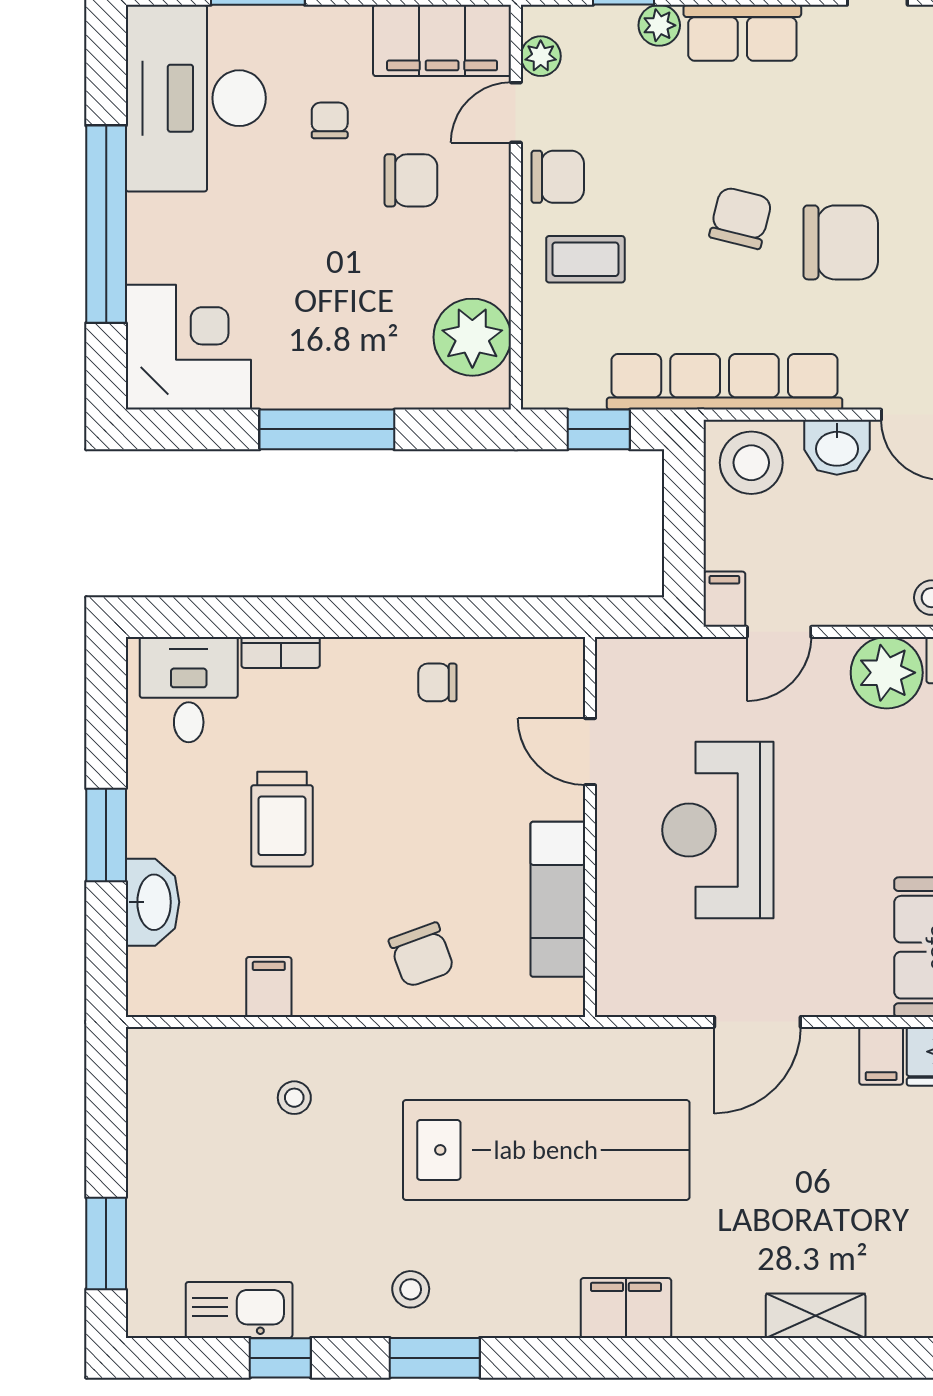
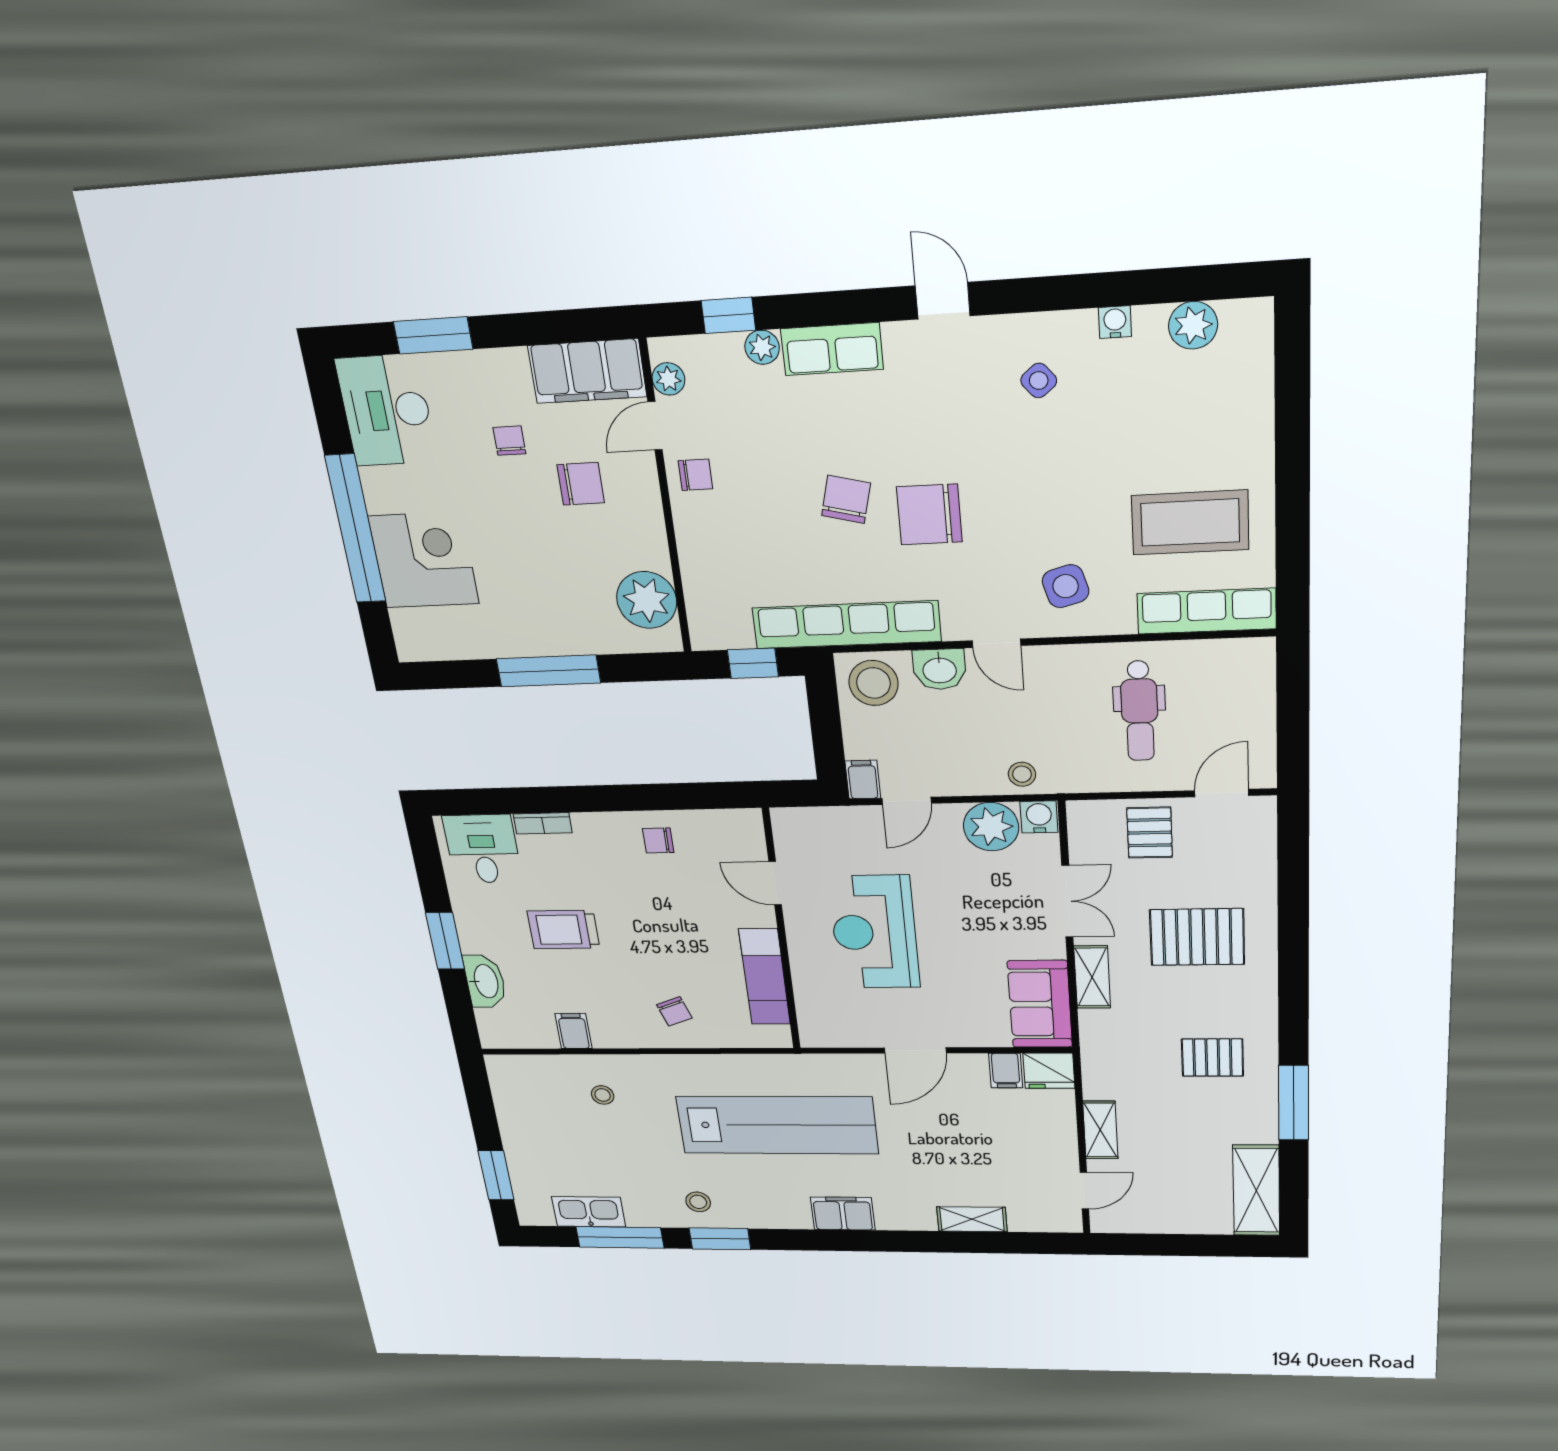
desk: (196, 98) -> (386, 410), width x0.73, depth x0.77
chair: (558, 177) -> (695, 475), width x0.73, depth x0.73
chair: (841, 242) -> (929, 514), turned 180
coffee table: (585, 259) -> (726, 537), removed
corner desk: (188, 347) -> (424, 560), moved
trolley: (282, 819) -> (563, 930), turned 90
chair: (421, 955) -> (674, 1011), width x0.73, depth x0.73
window: (280, 1358) -> (620, 1237), width x2.17

